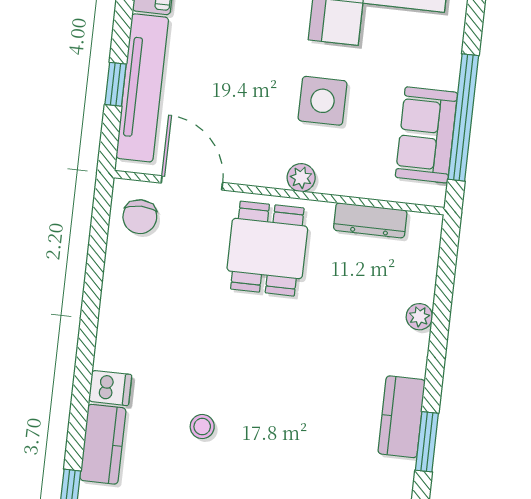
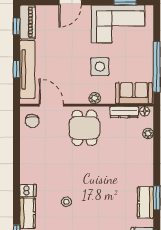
sofa: (426, 135) -> (134, 93), moved, turned 90
floor lamp: (421, 224) -> (144, 111), added
plant: (419, 317) -> (148, 133), moved
kitchen counter: (402, 417) -> (145, 202), moved

